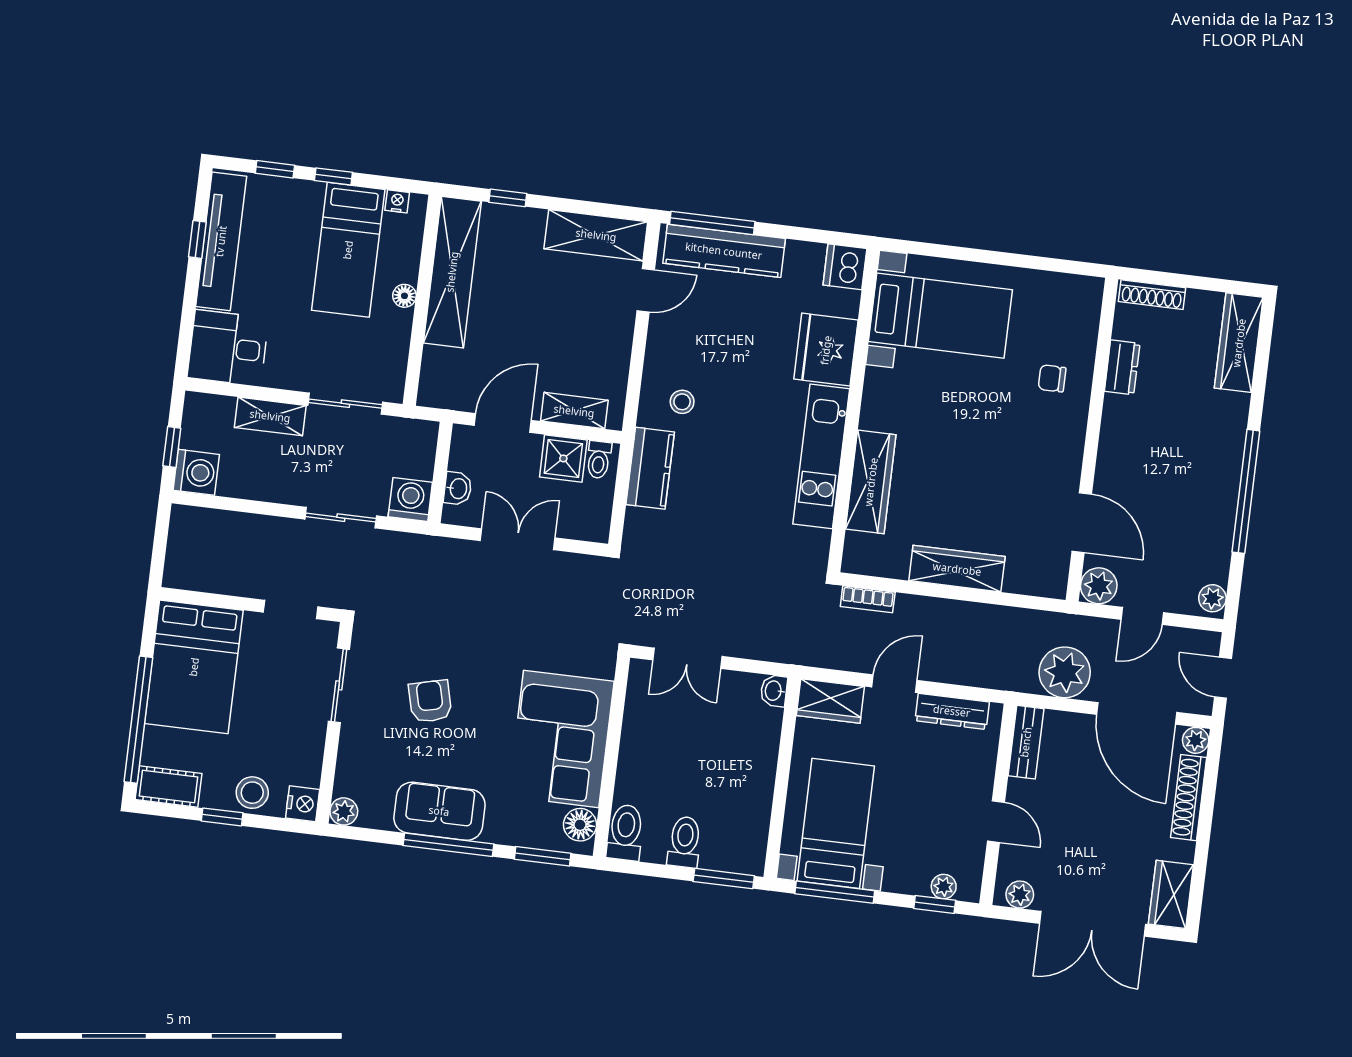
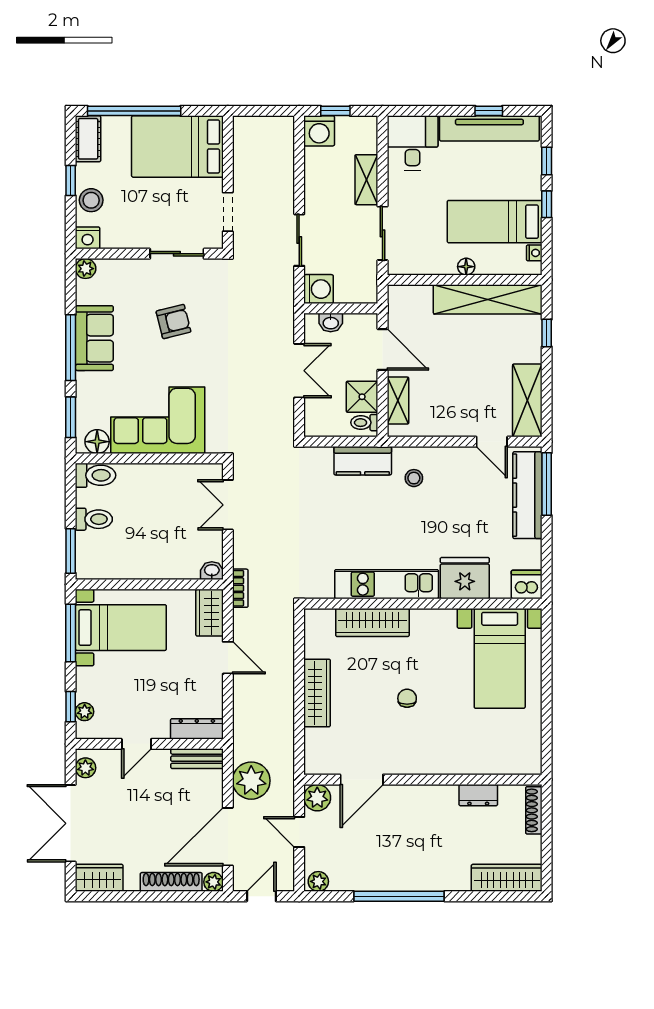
chair: (1052, 378) -> (407, 698), moved
bookcase: (868, 599) -> (240, 588), moved, turned 180
dresser: (952, 711) -> (197, 729), moved, turned 90

